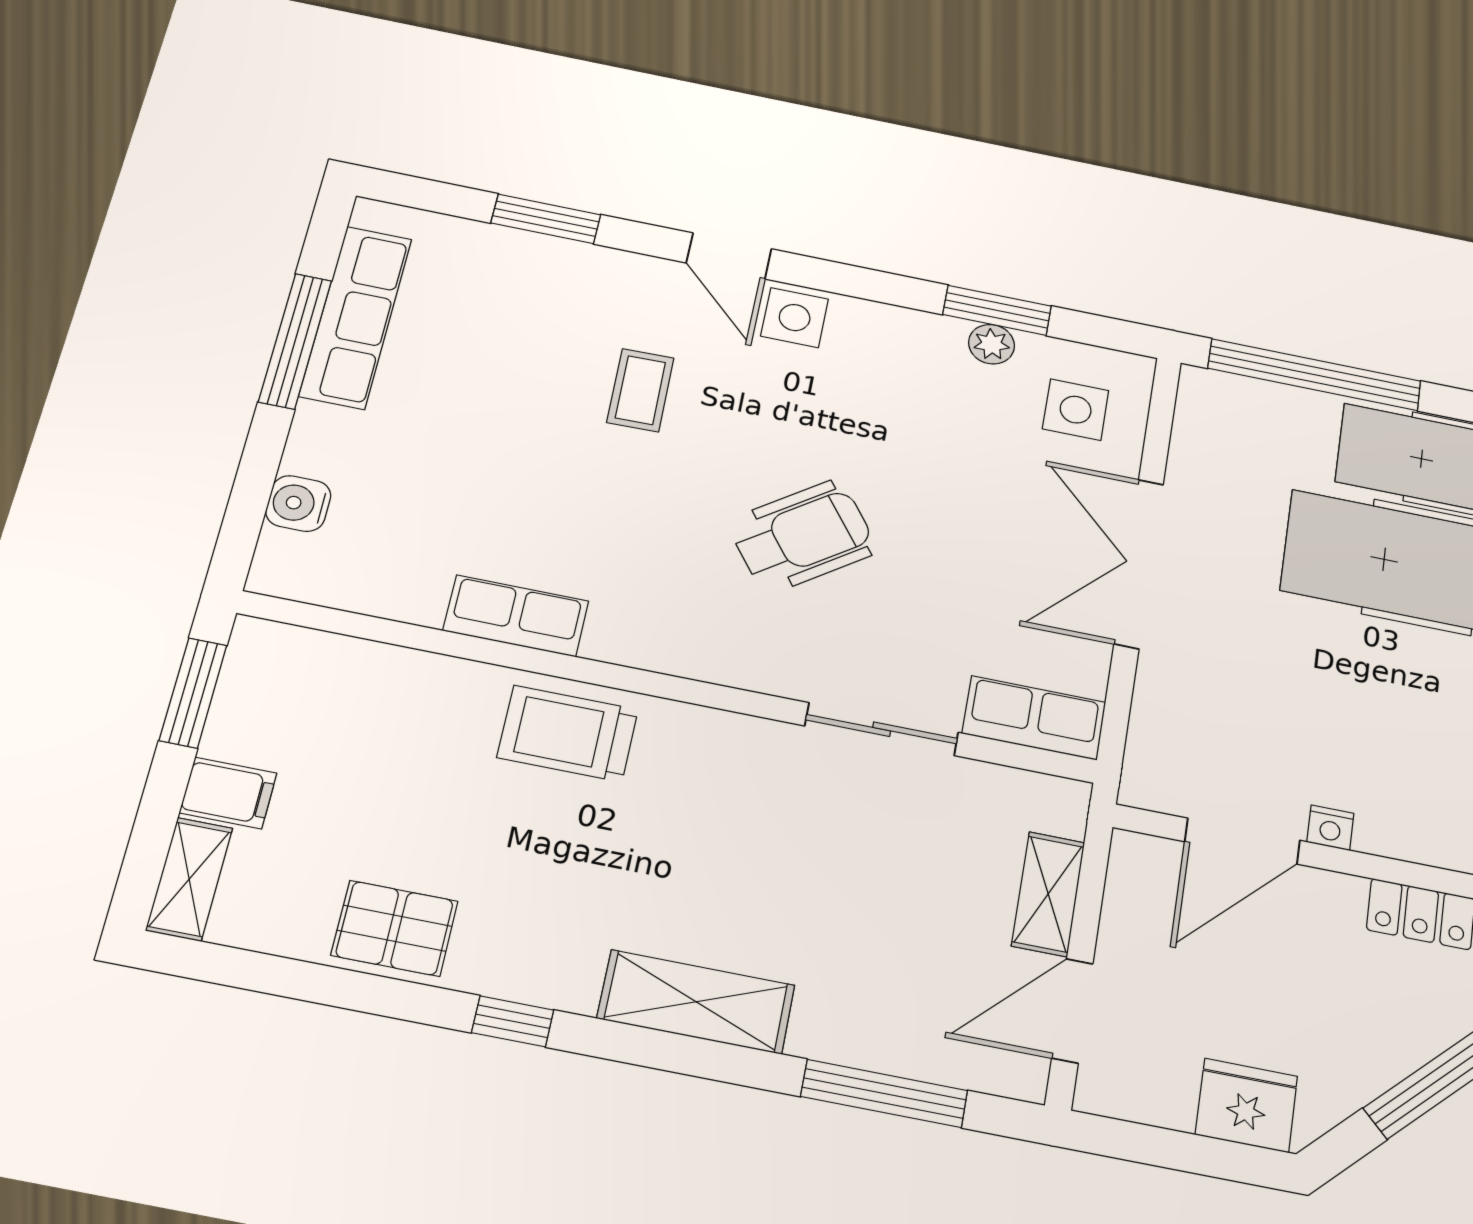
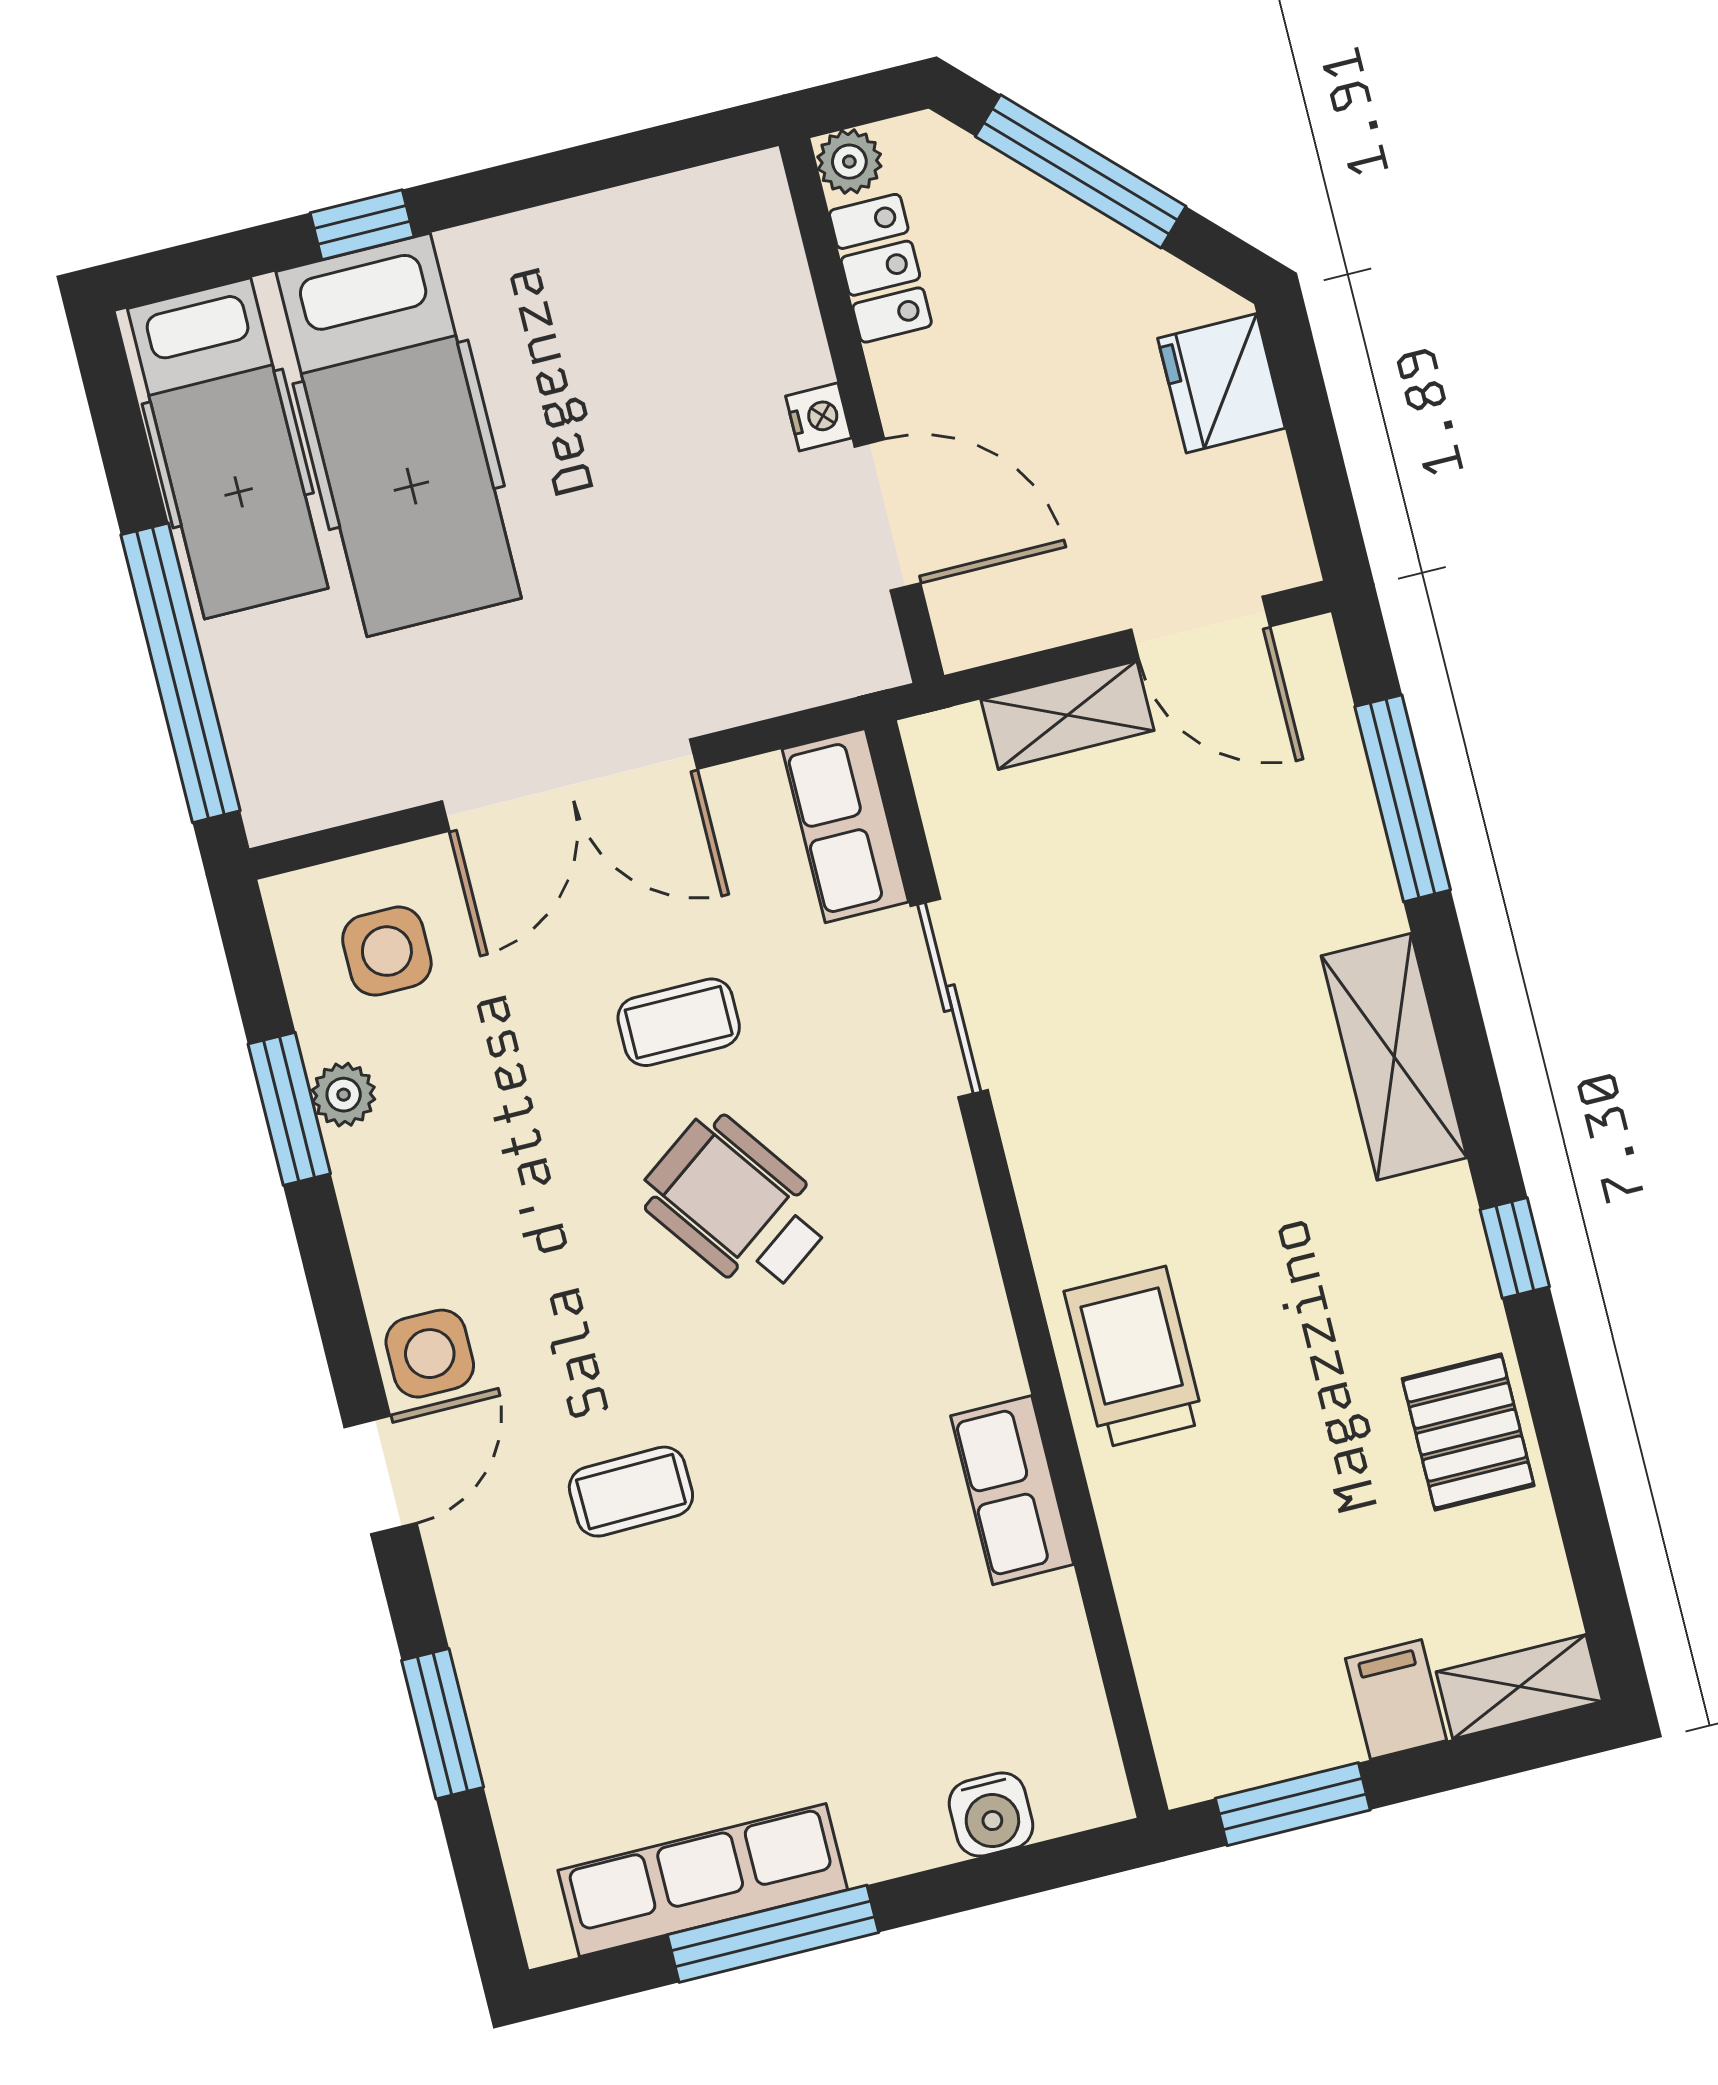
coffee table: (945, 557) -> (679, 1022), added
trolley: (568, 733) -> (1134, 1357), turned 180

